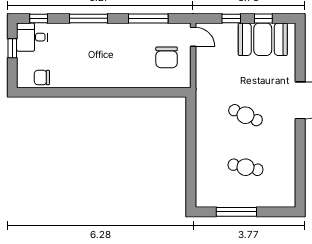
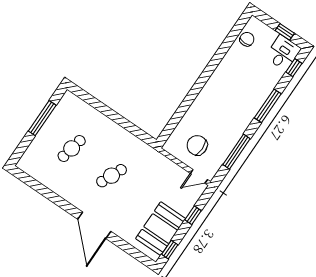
window: (263, 18) -> (170, 250), moved

